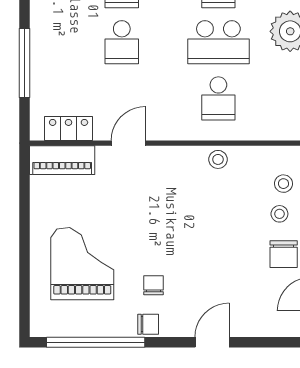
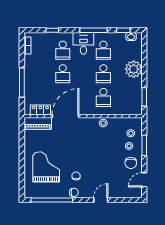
school desk: (218, 42) -> (103, 74), width x0.54
door: (128, 143) -> (65, 116), width x1.88

